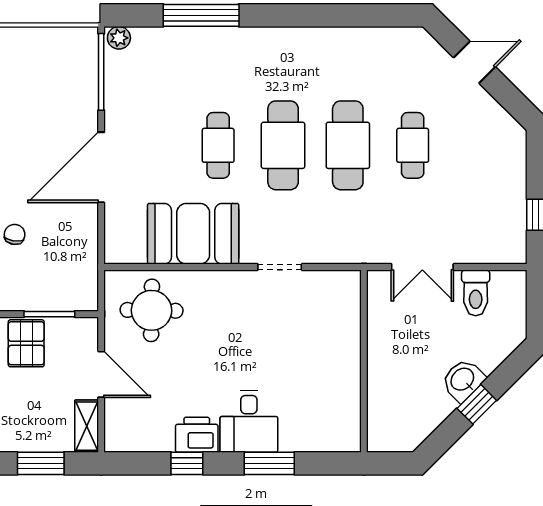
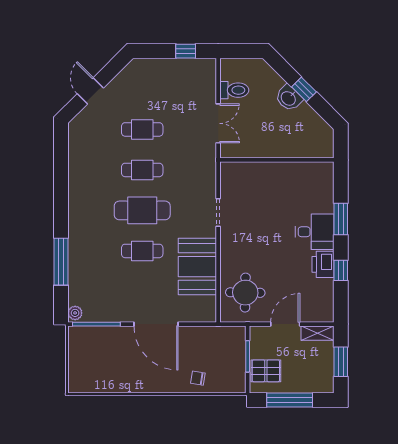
cafe table: (348, 145) -> (142, 170), width x0.73, depth x0.74

